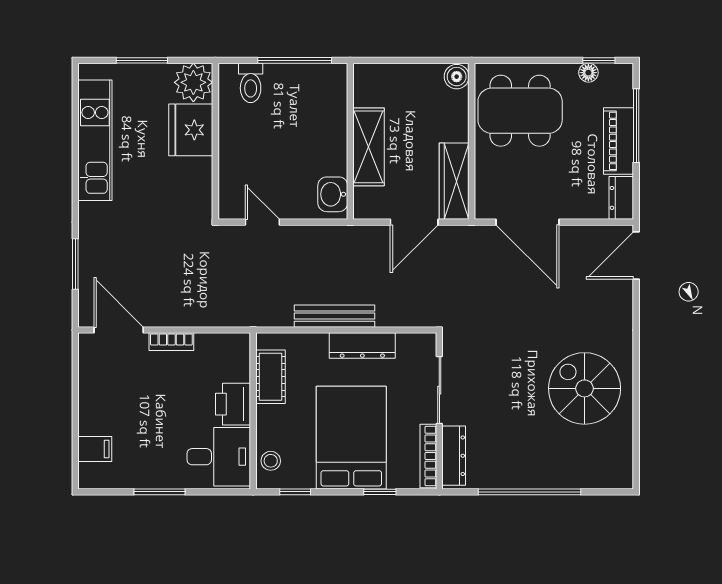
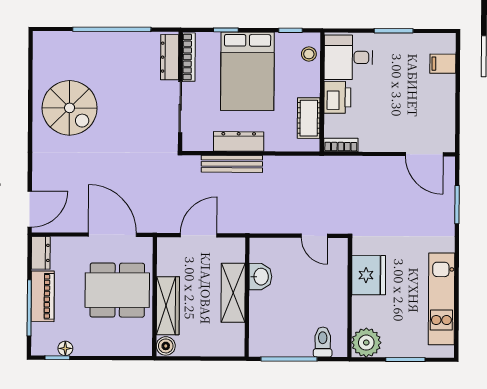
dining table: (520, 111) -> (117, 290), moved
fridge: (191, 130) -> (369, 275), moved
wardrobe: (454, 181) -> (168, 306), moved
washbasin: (333, 194) -> (260, 277), moved
bench: (334, 316) -> (232, 164), moved
bookcase: (171, 342) -> (341, 145), moved

